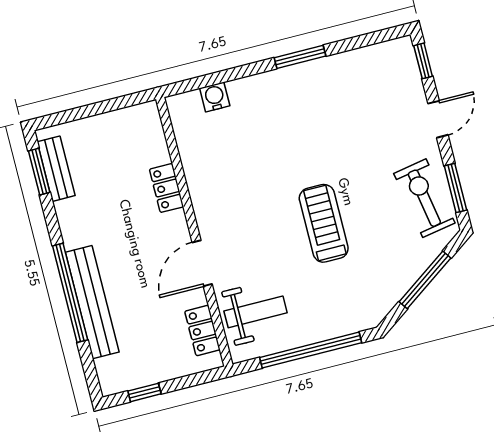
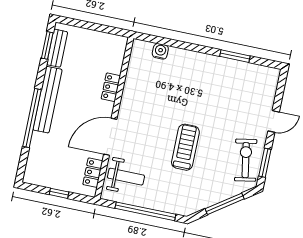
window: (300, 57) -> (235, 56), moved
window: (423, 61) -> (281, 87), removed
door: (202, 263) -> (110, 137), width x1.36
bench: (92, 302) -> (47, 100), moved
window: (144, 392) -> (59, 193), moved

